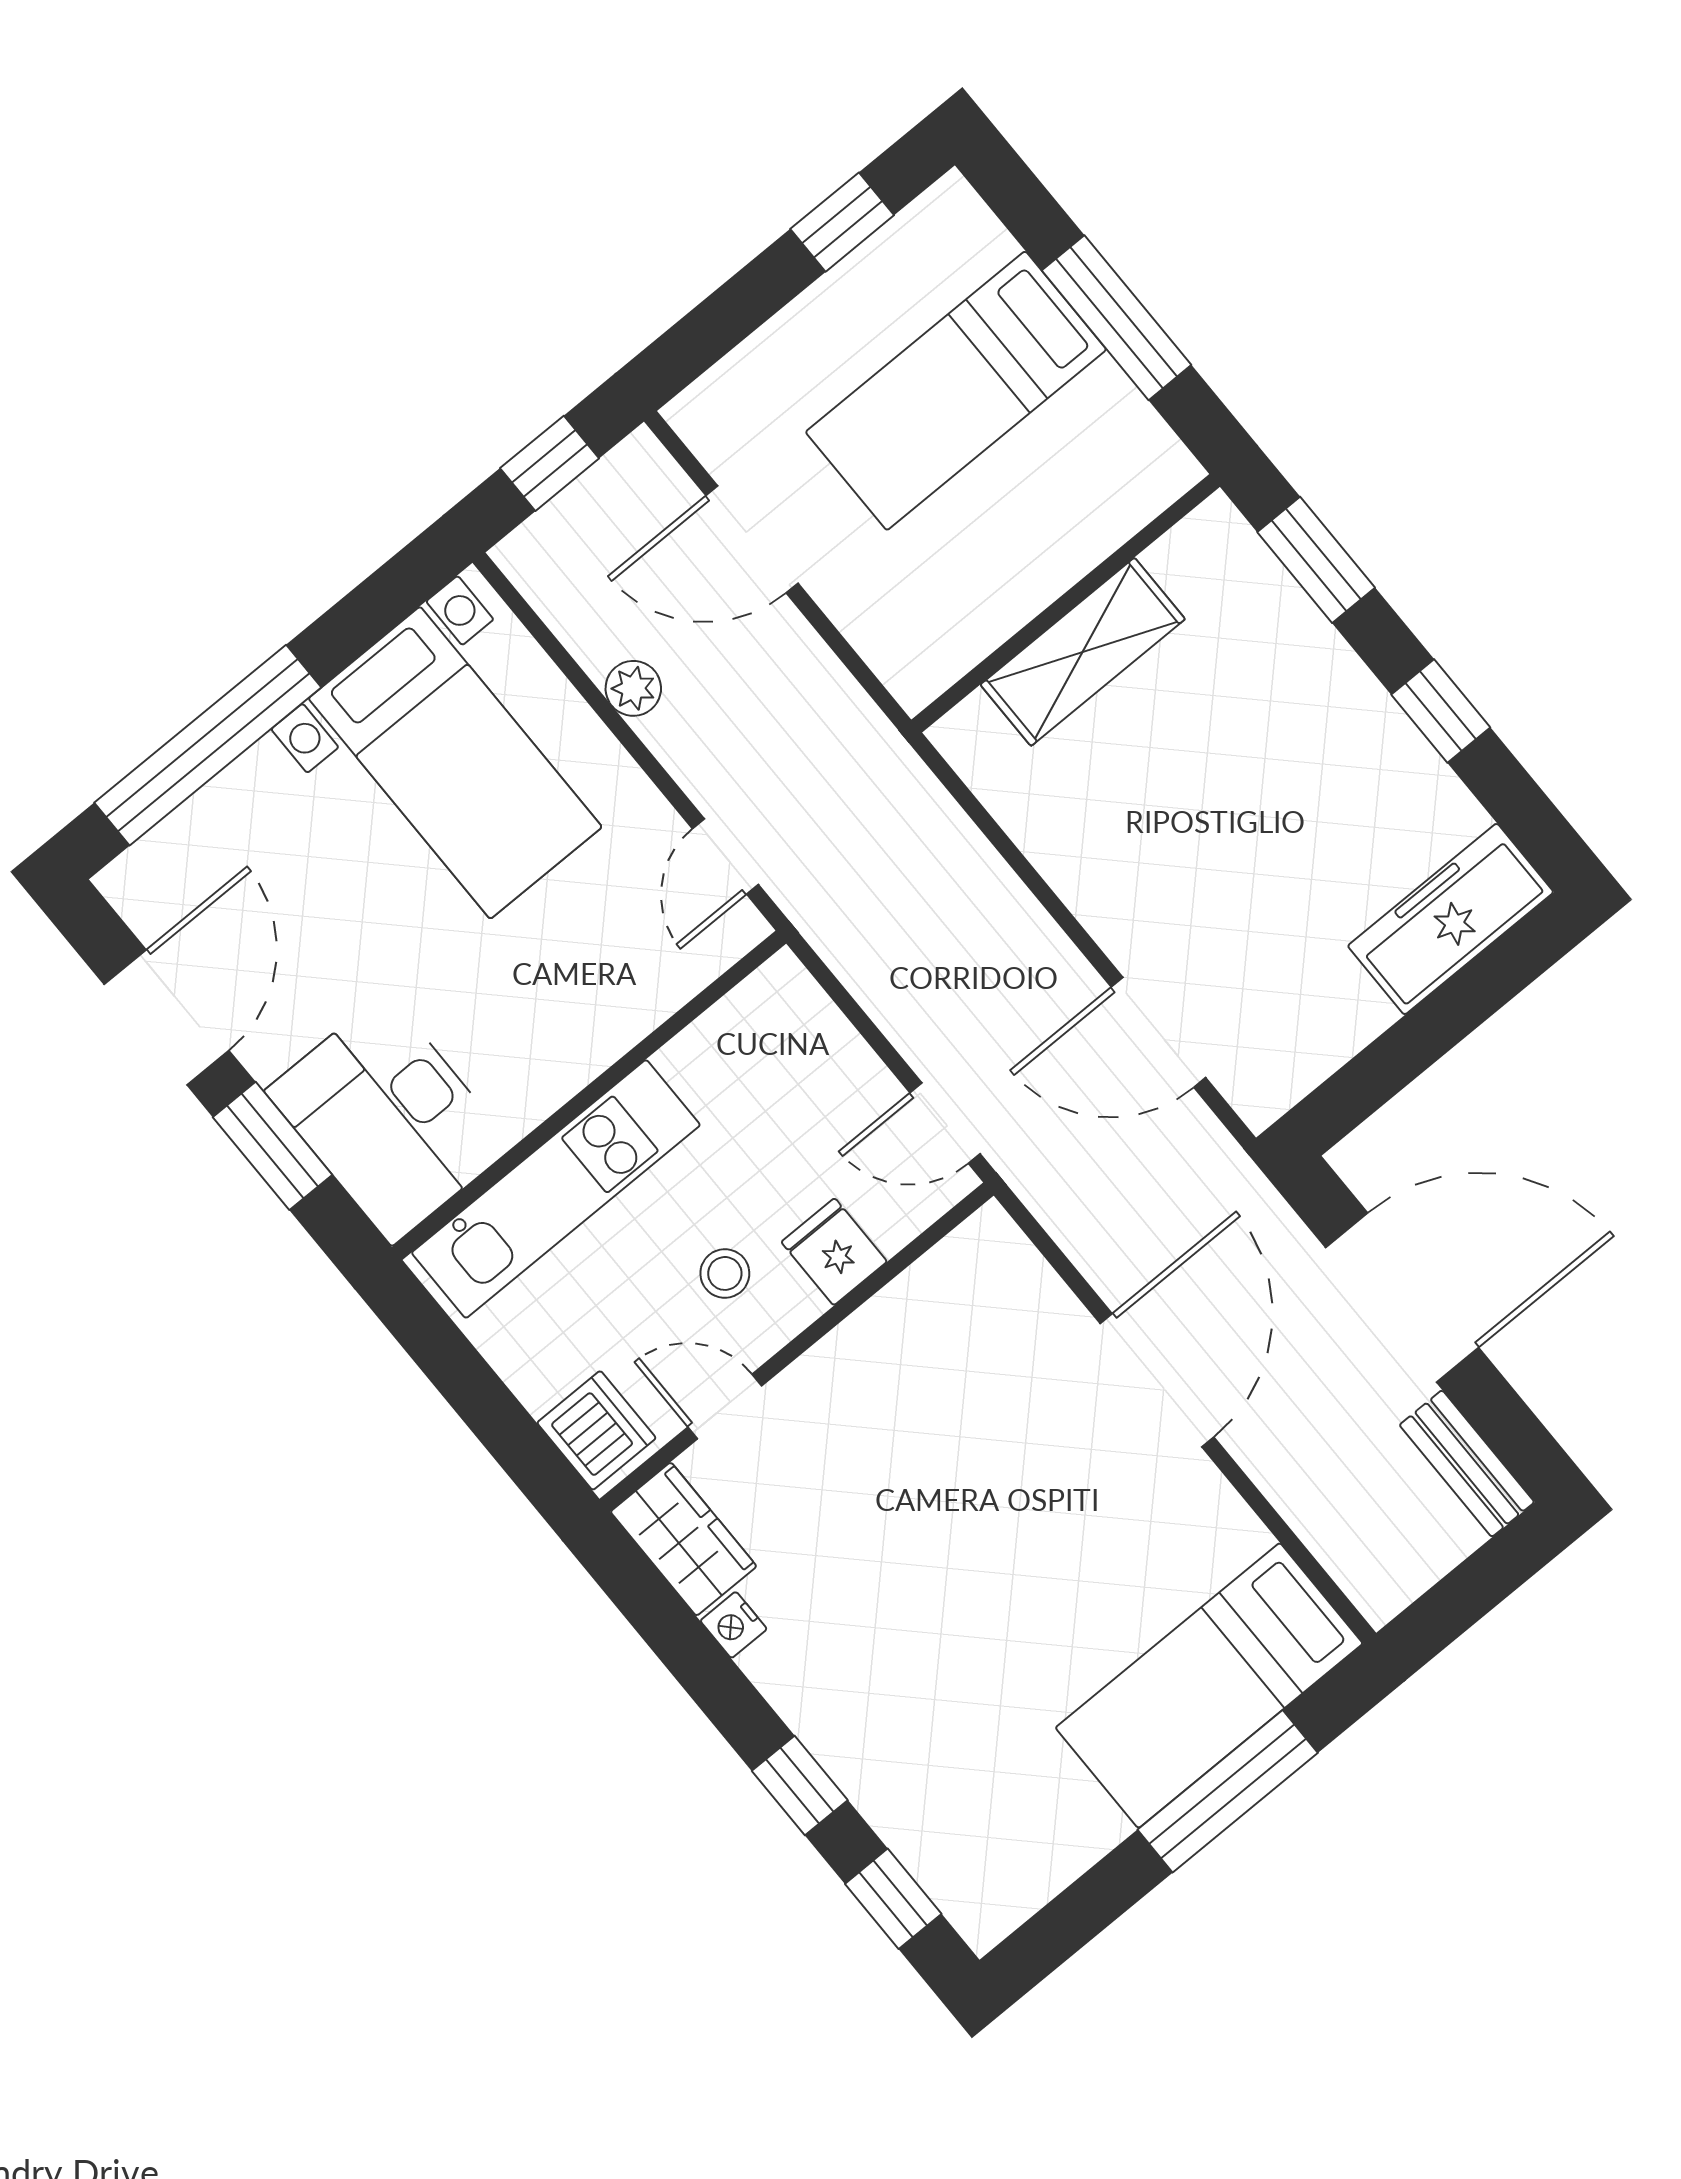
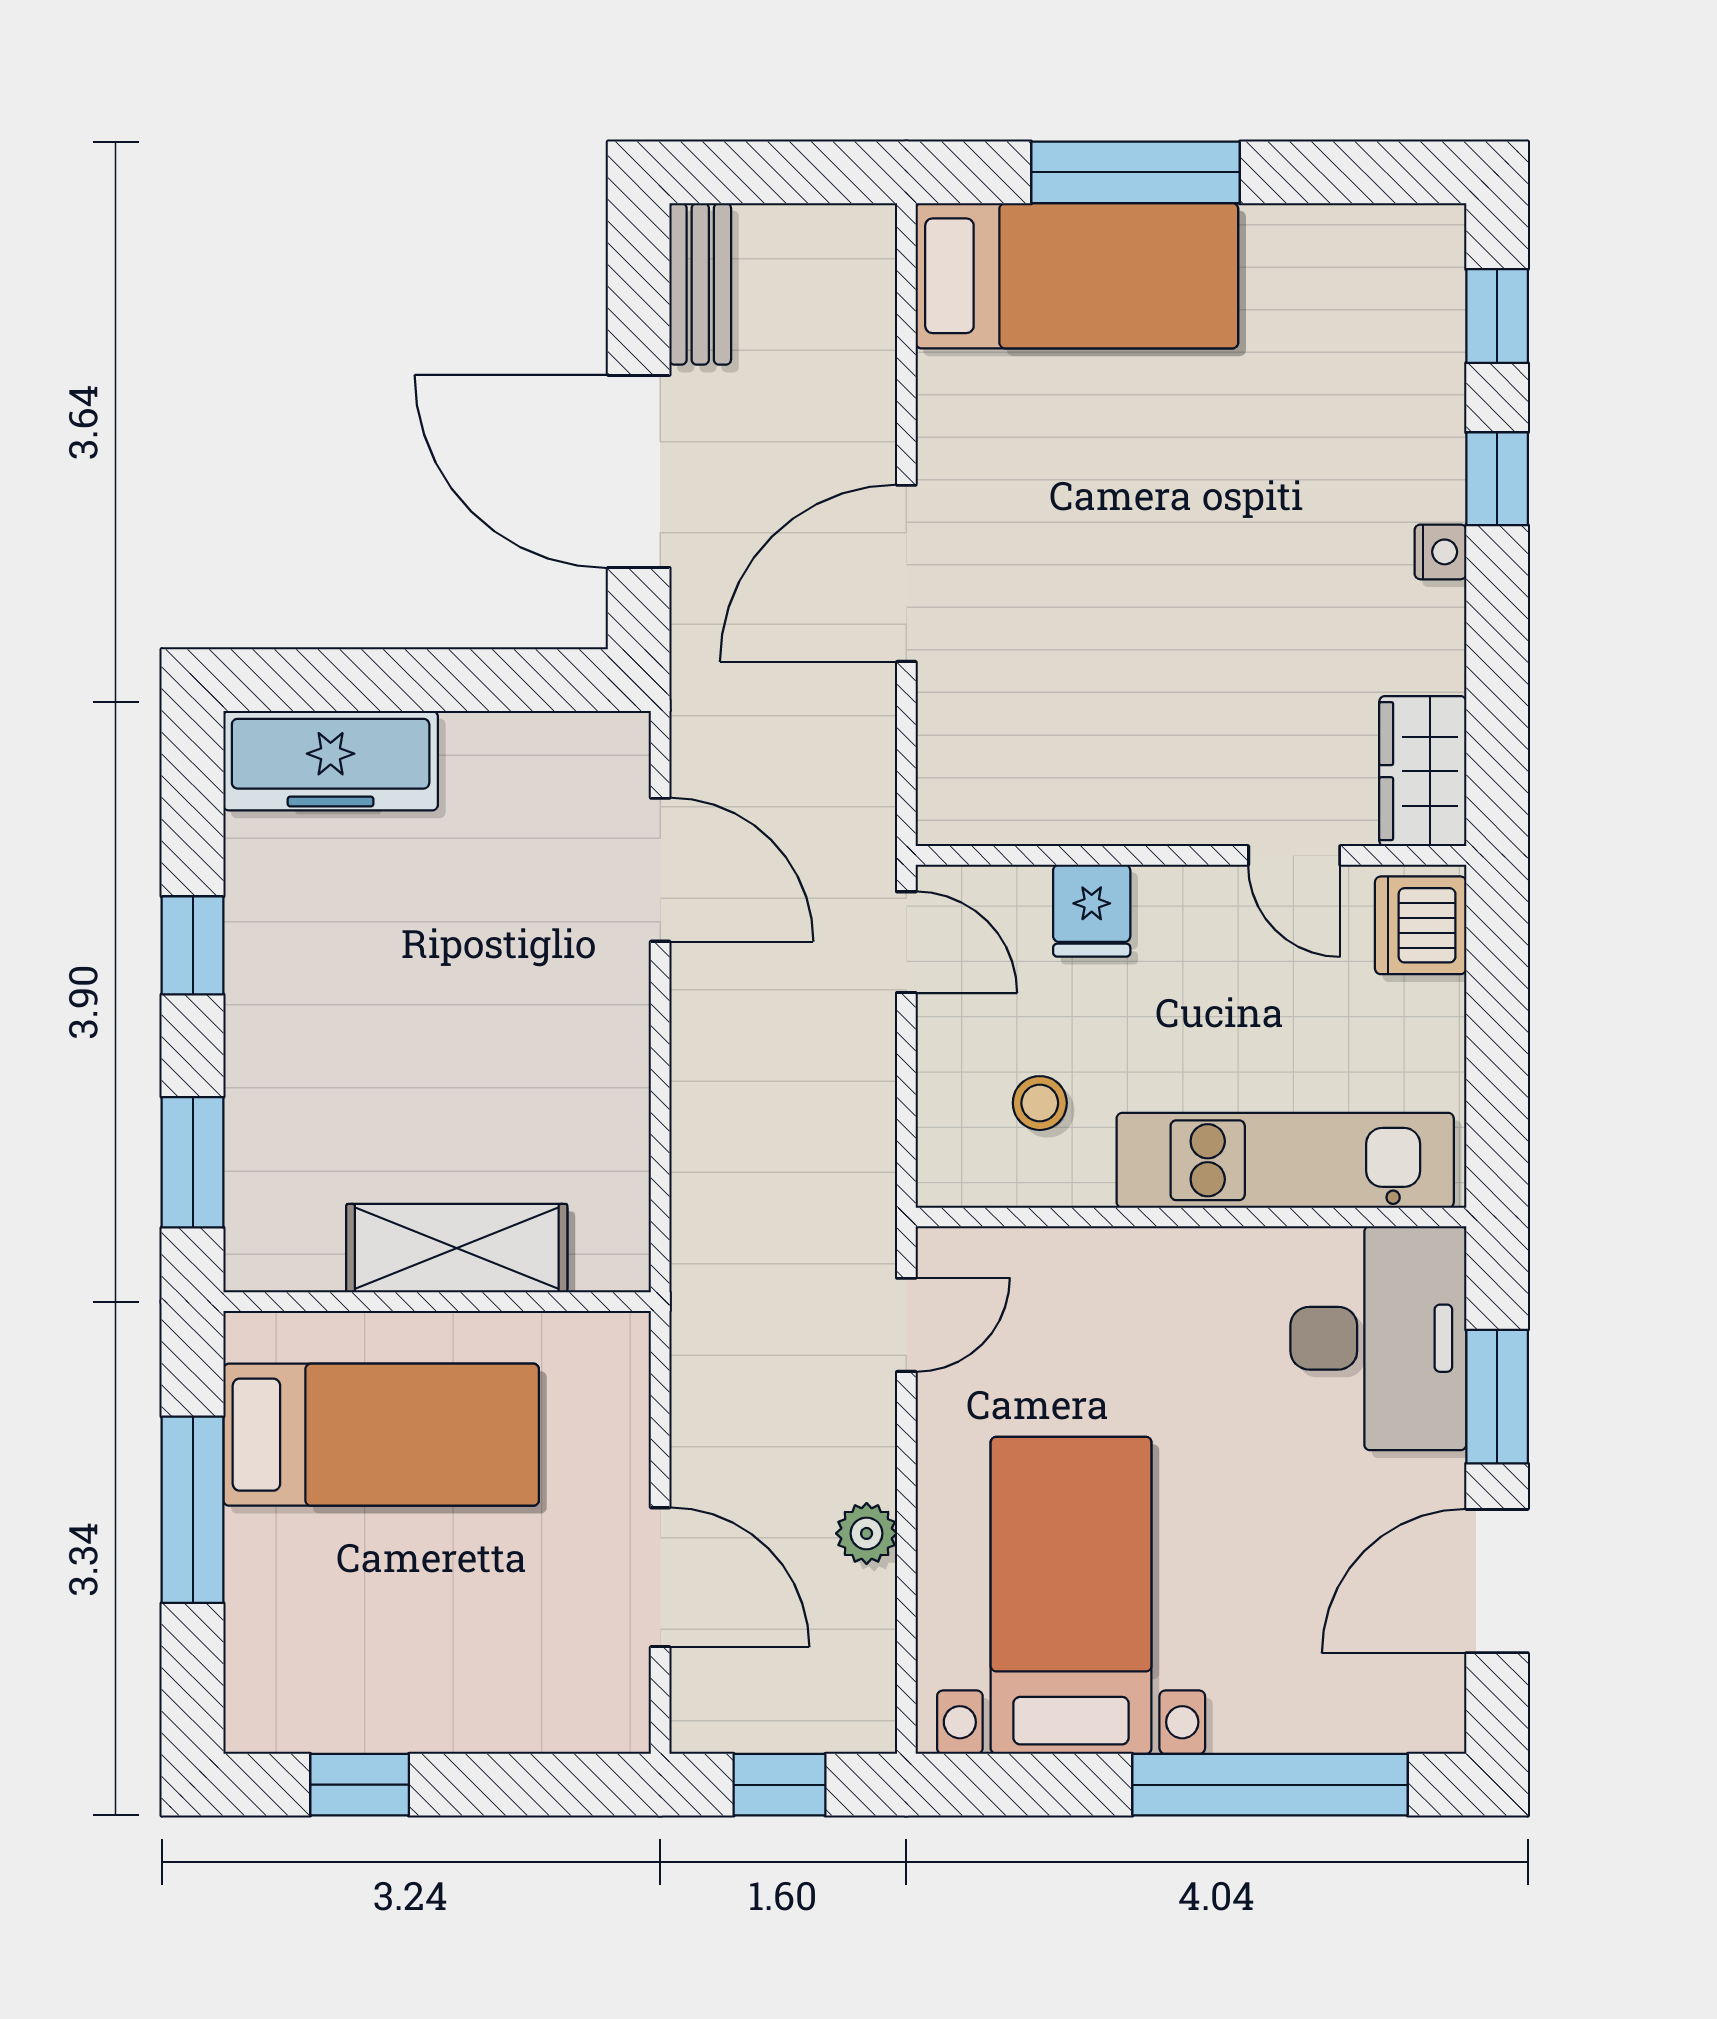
bed: (956, 391) -> (381, 1435), moved
stool: (725, 1273) -> (1040, 1103), moved
nightstand: (734, 1625) -> (1440, 552), moved

